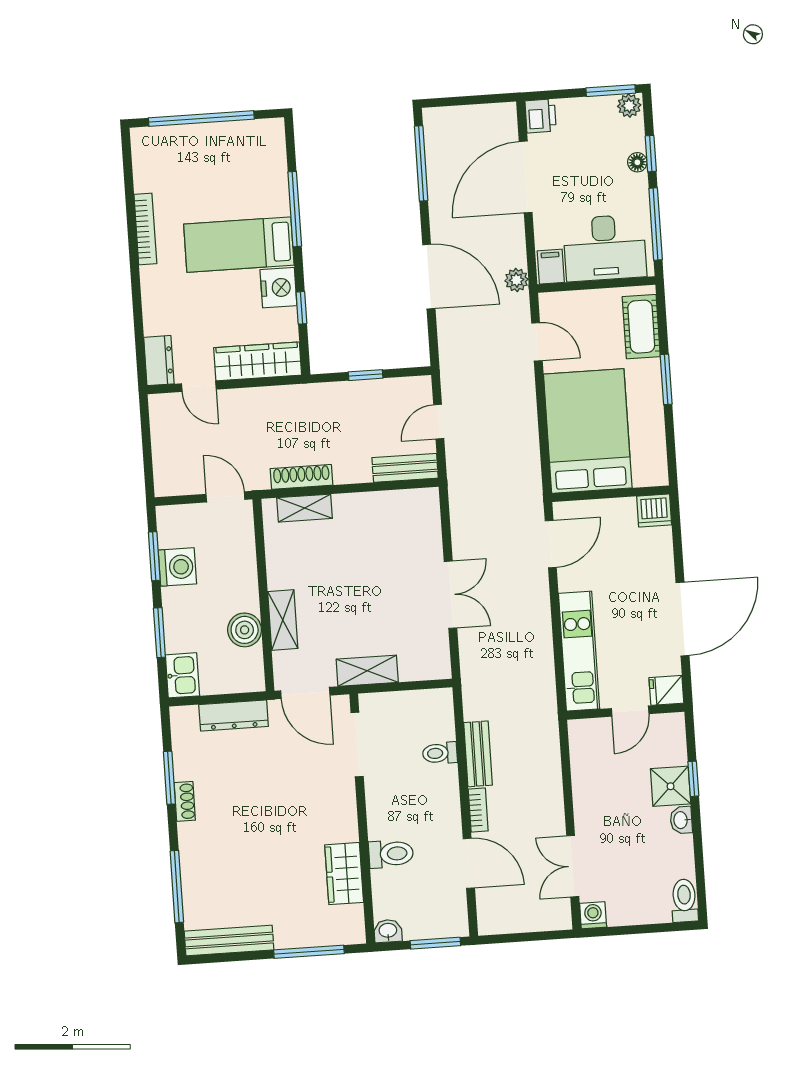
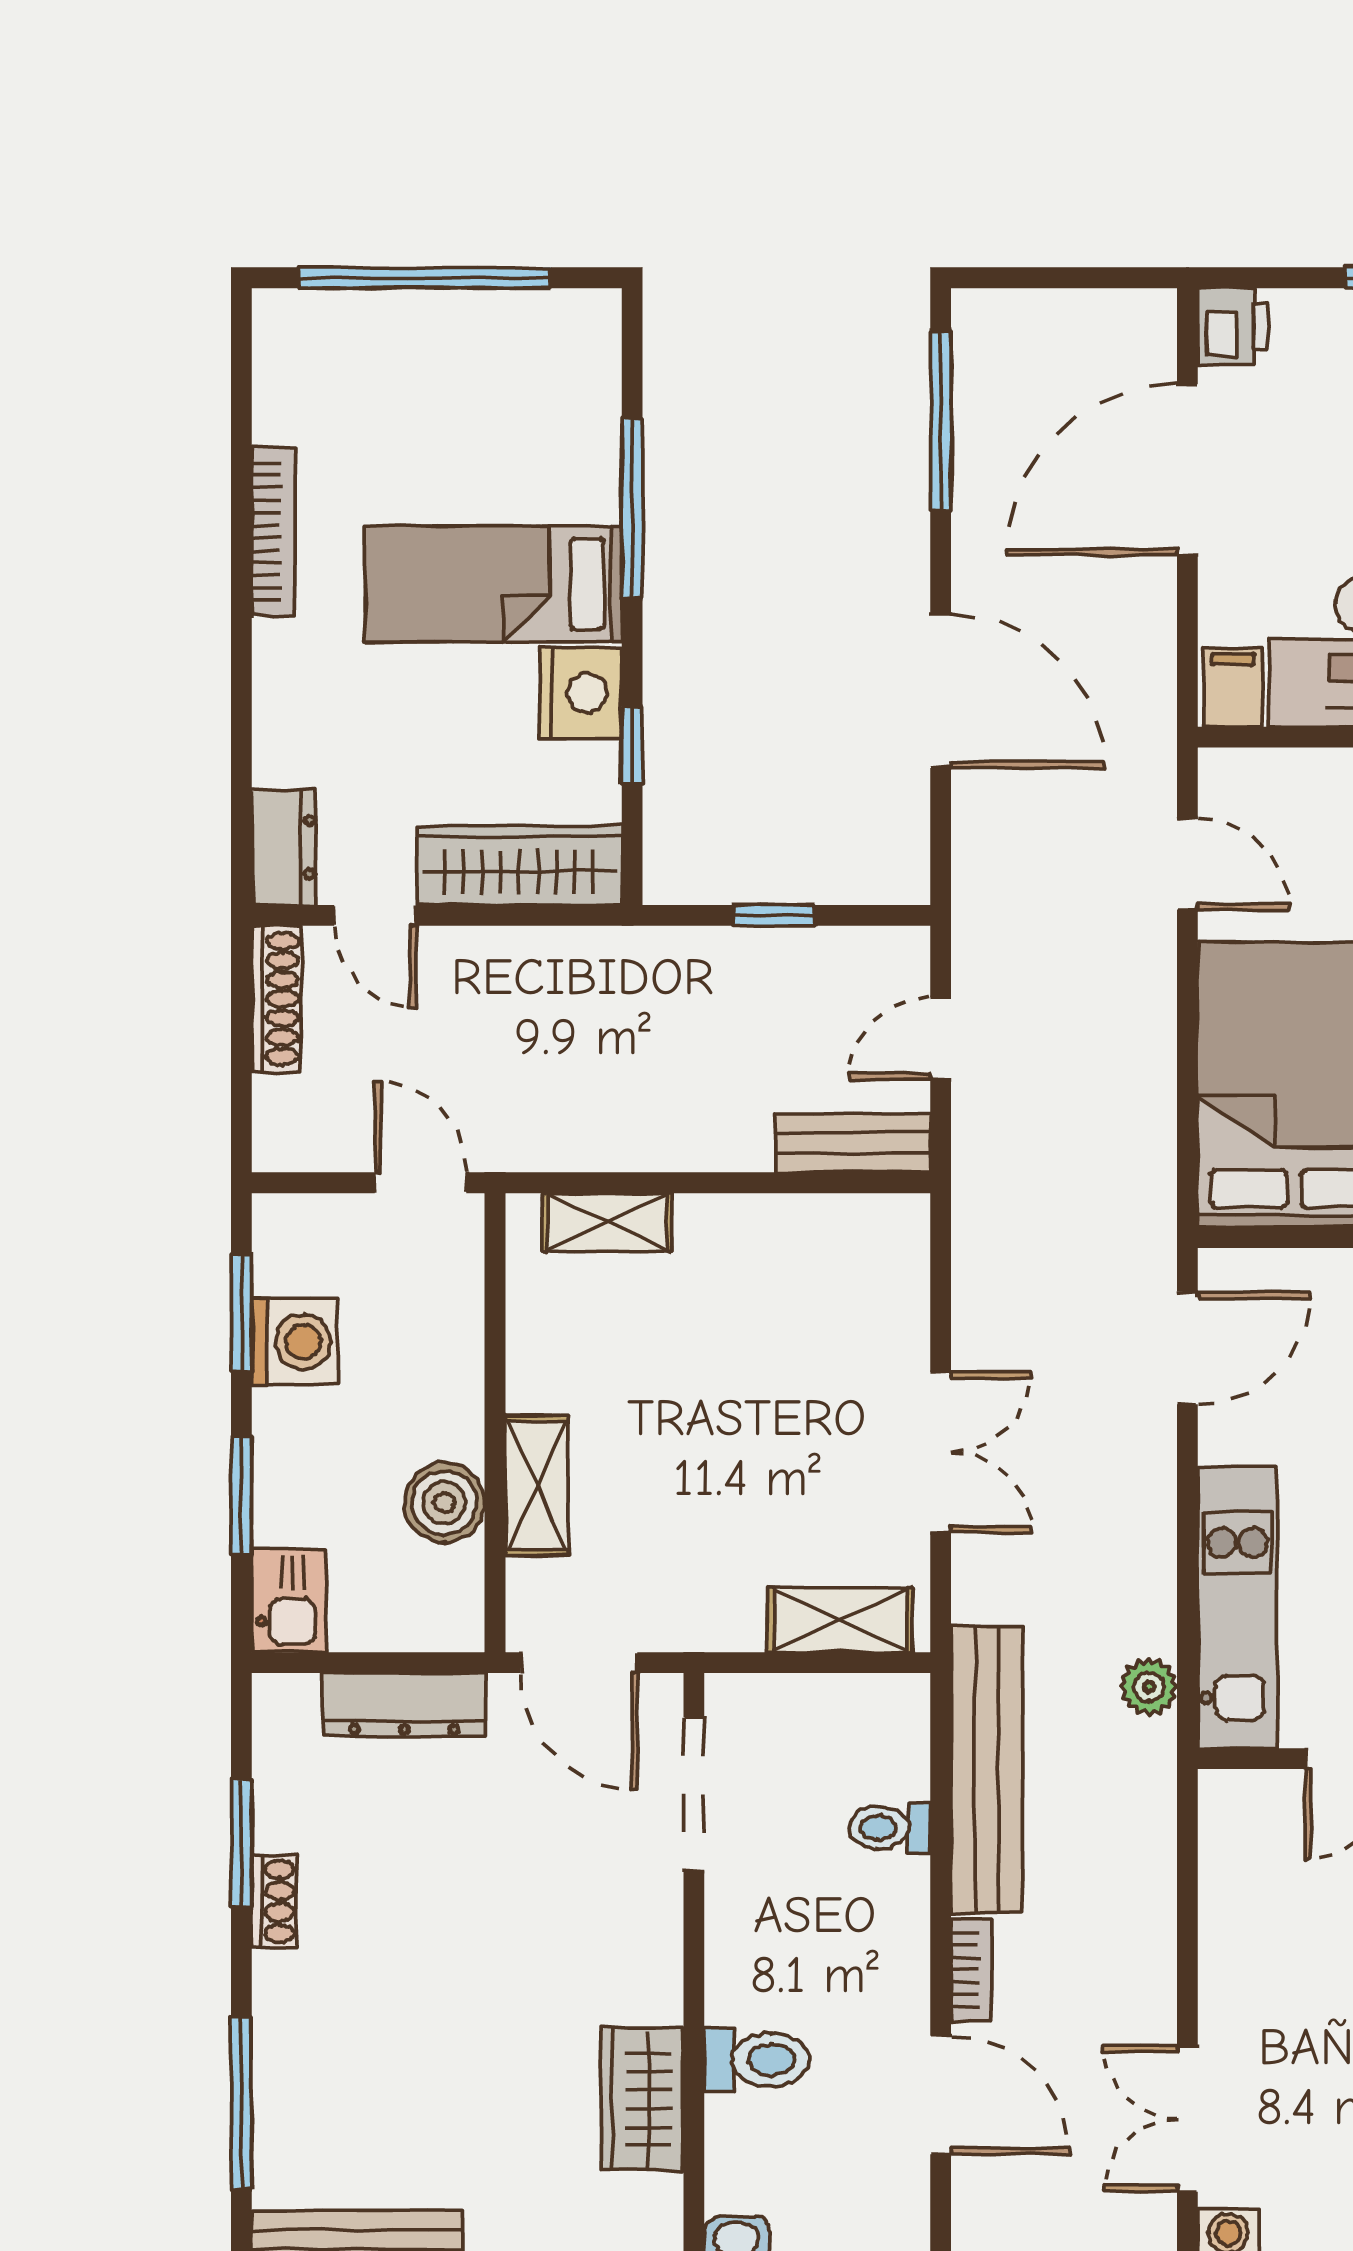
plant: (516, 280) -> (1149, 1687), moved
shoe rack: (302, 477) -> (276, 999), moved, turned 90
shelving: (367, 671) -> (840, 1620), moved
bench: (478, 754) -> (987, 1770), width x1.86, depth x1.21

